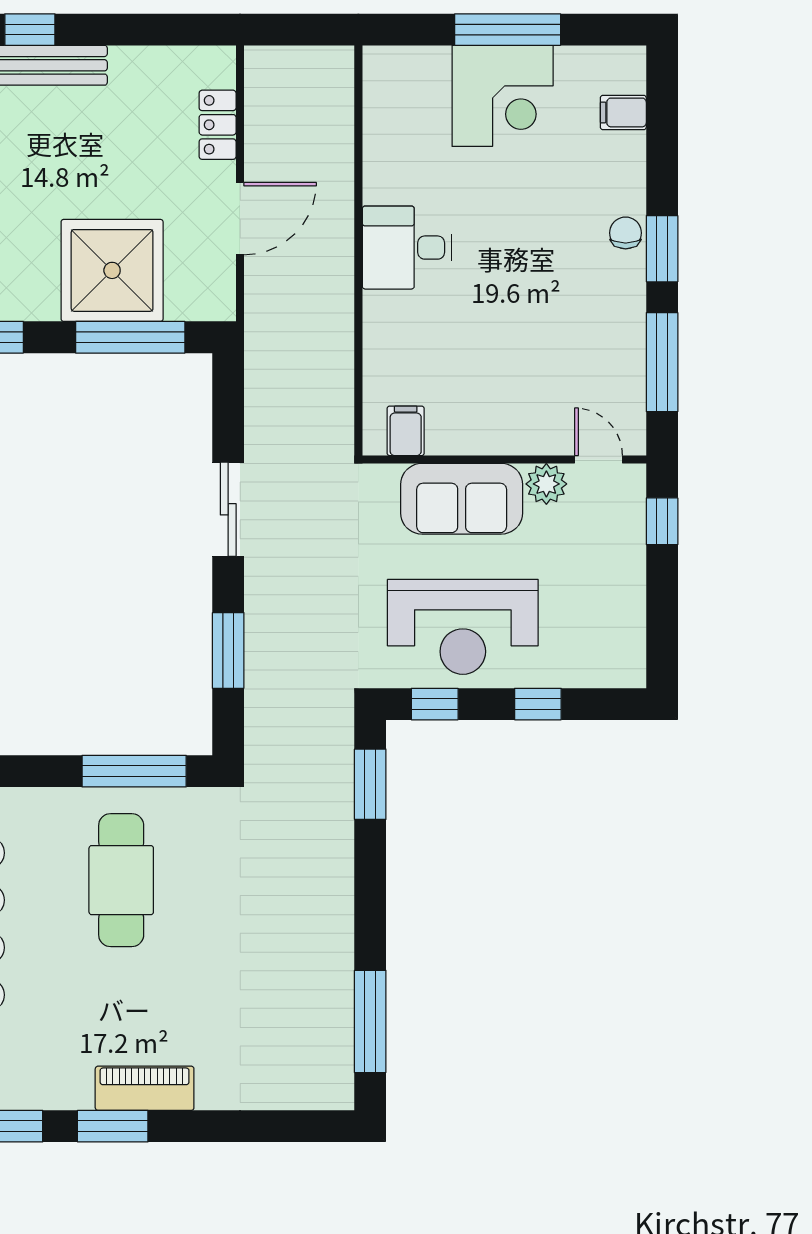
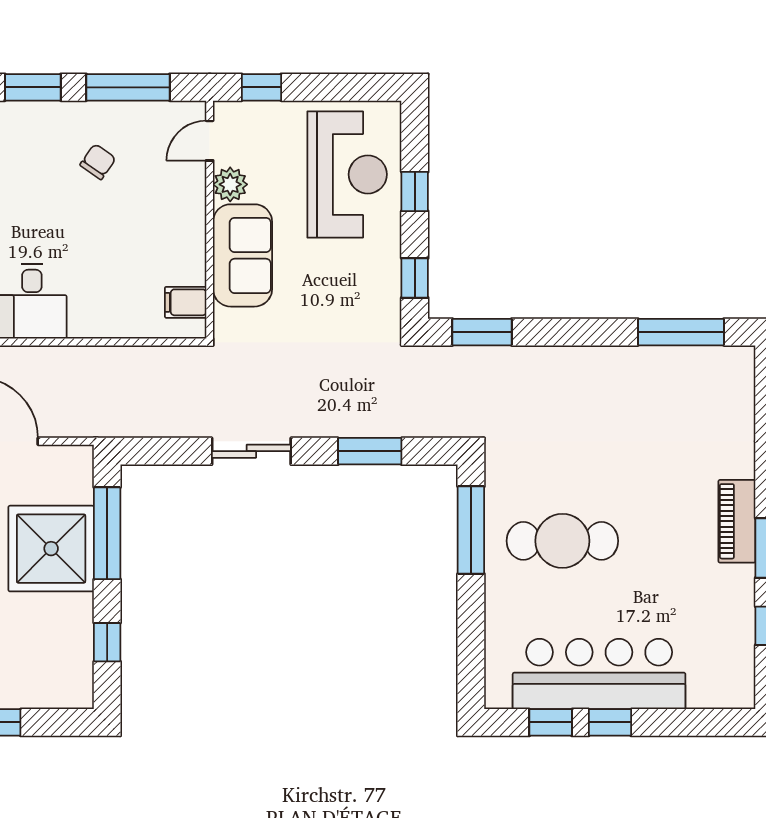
chair: (626, 233) -> (98, 162), moved, turned 125
reception desk: (463, 627) -> (347, 174), moved

